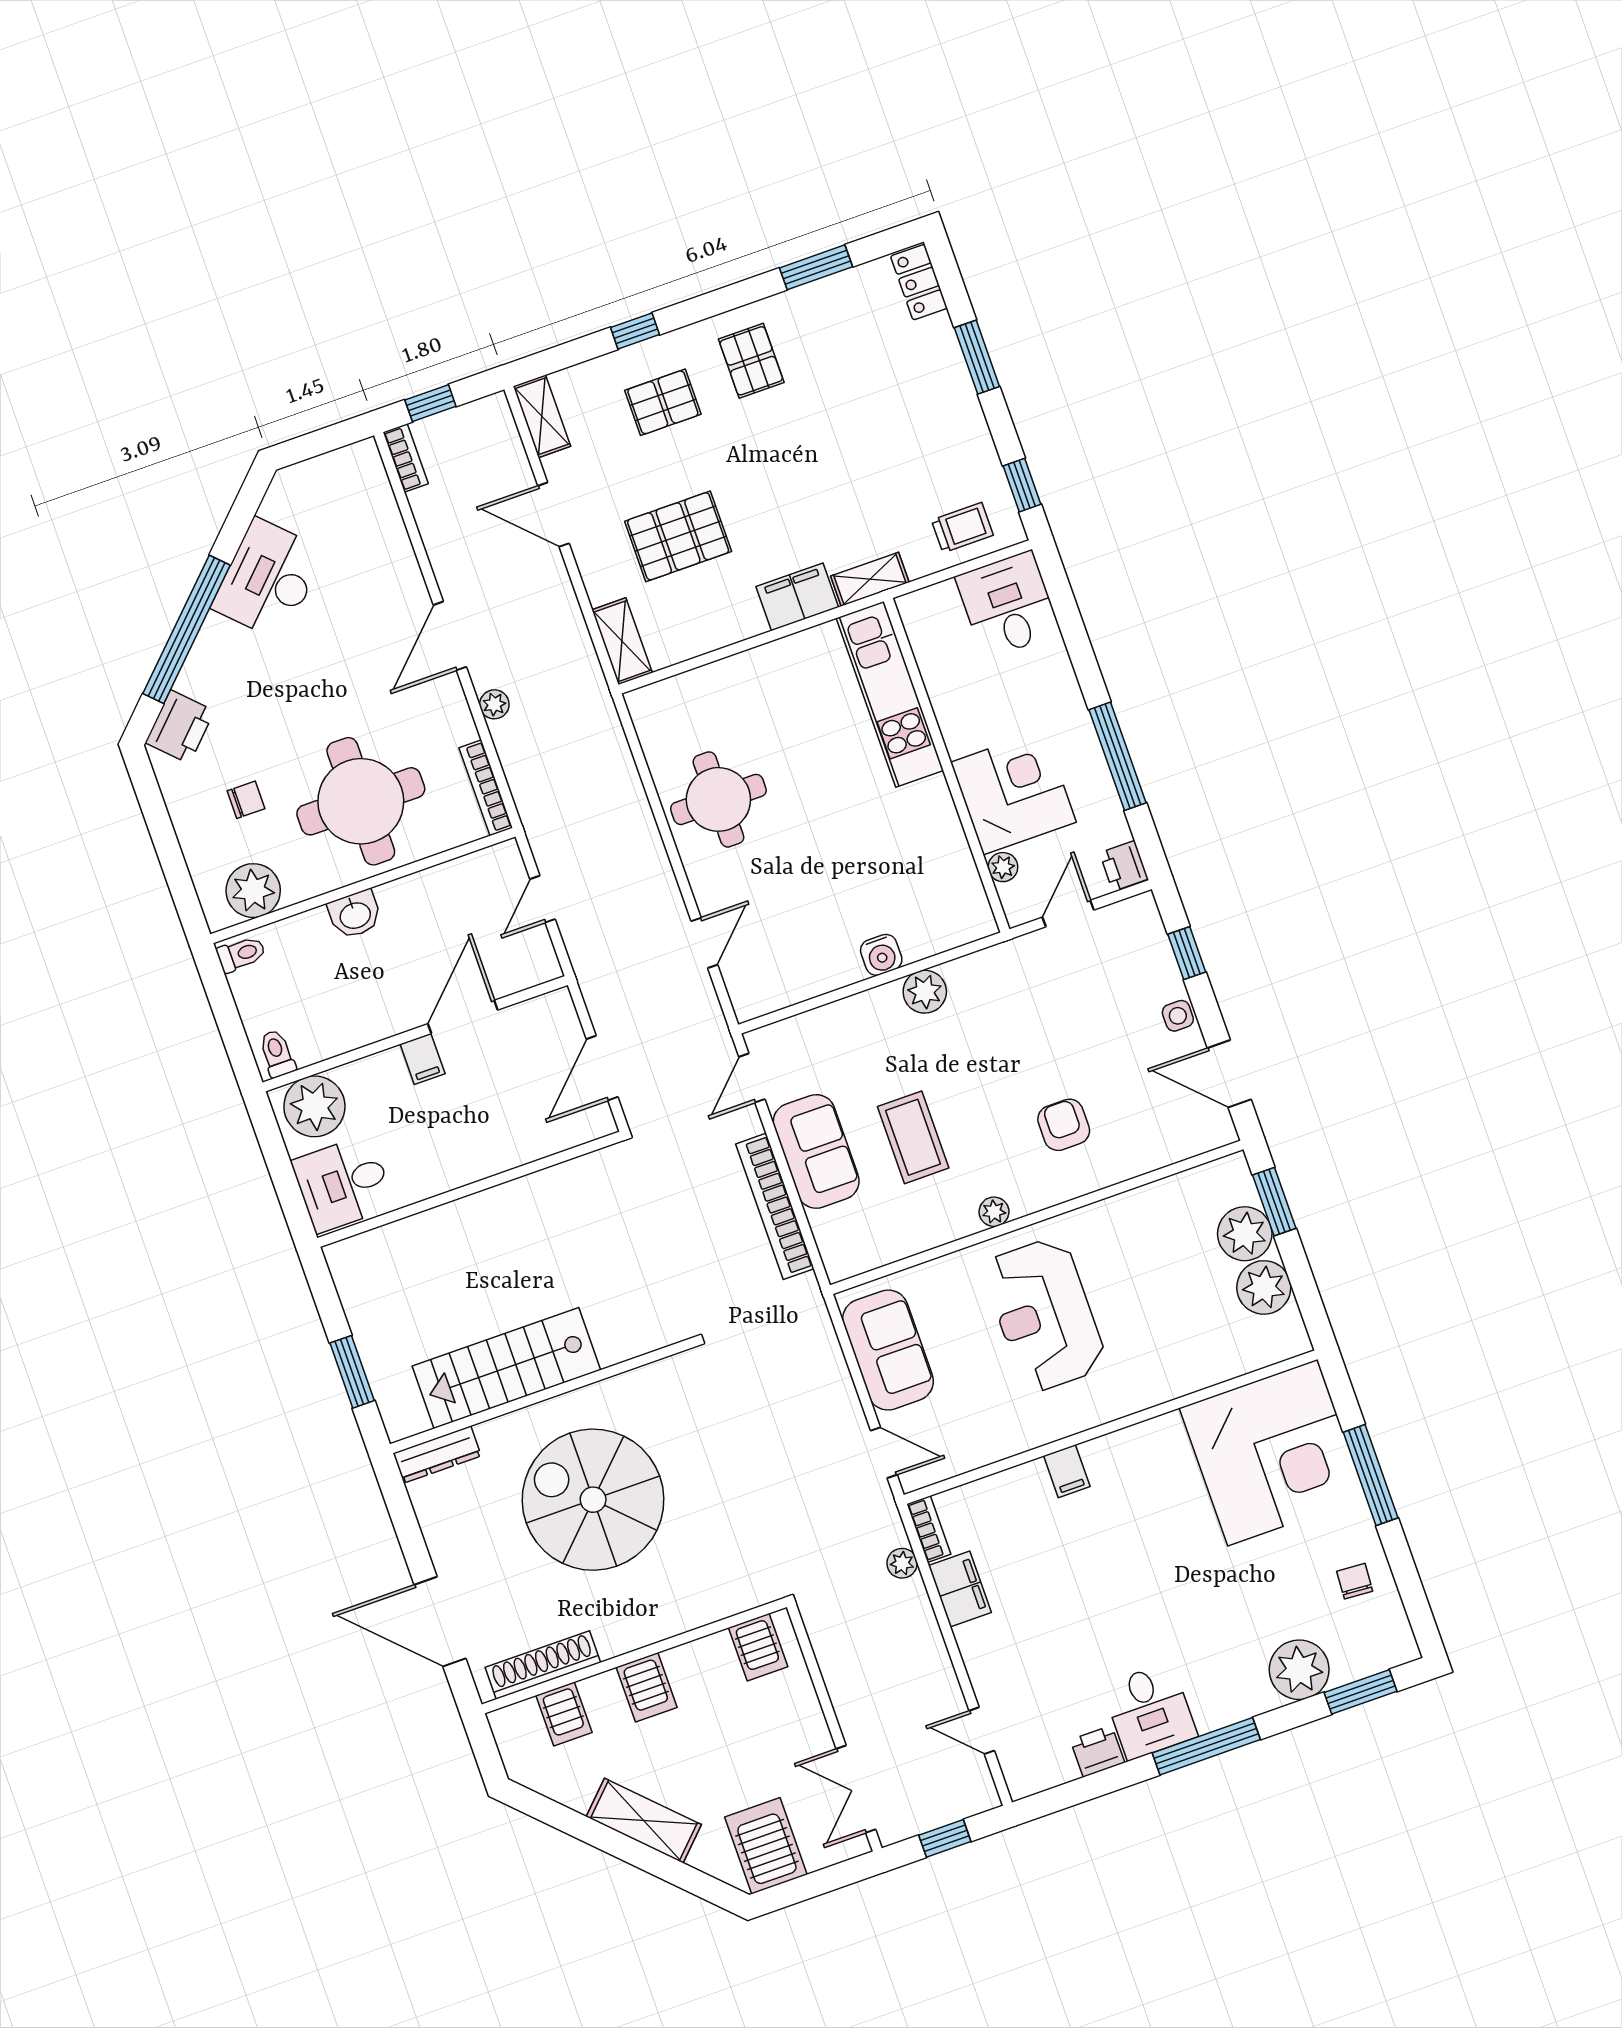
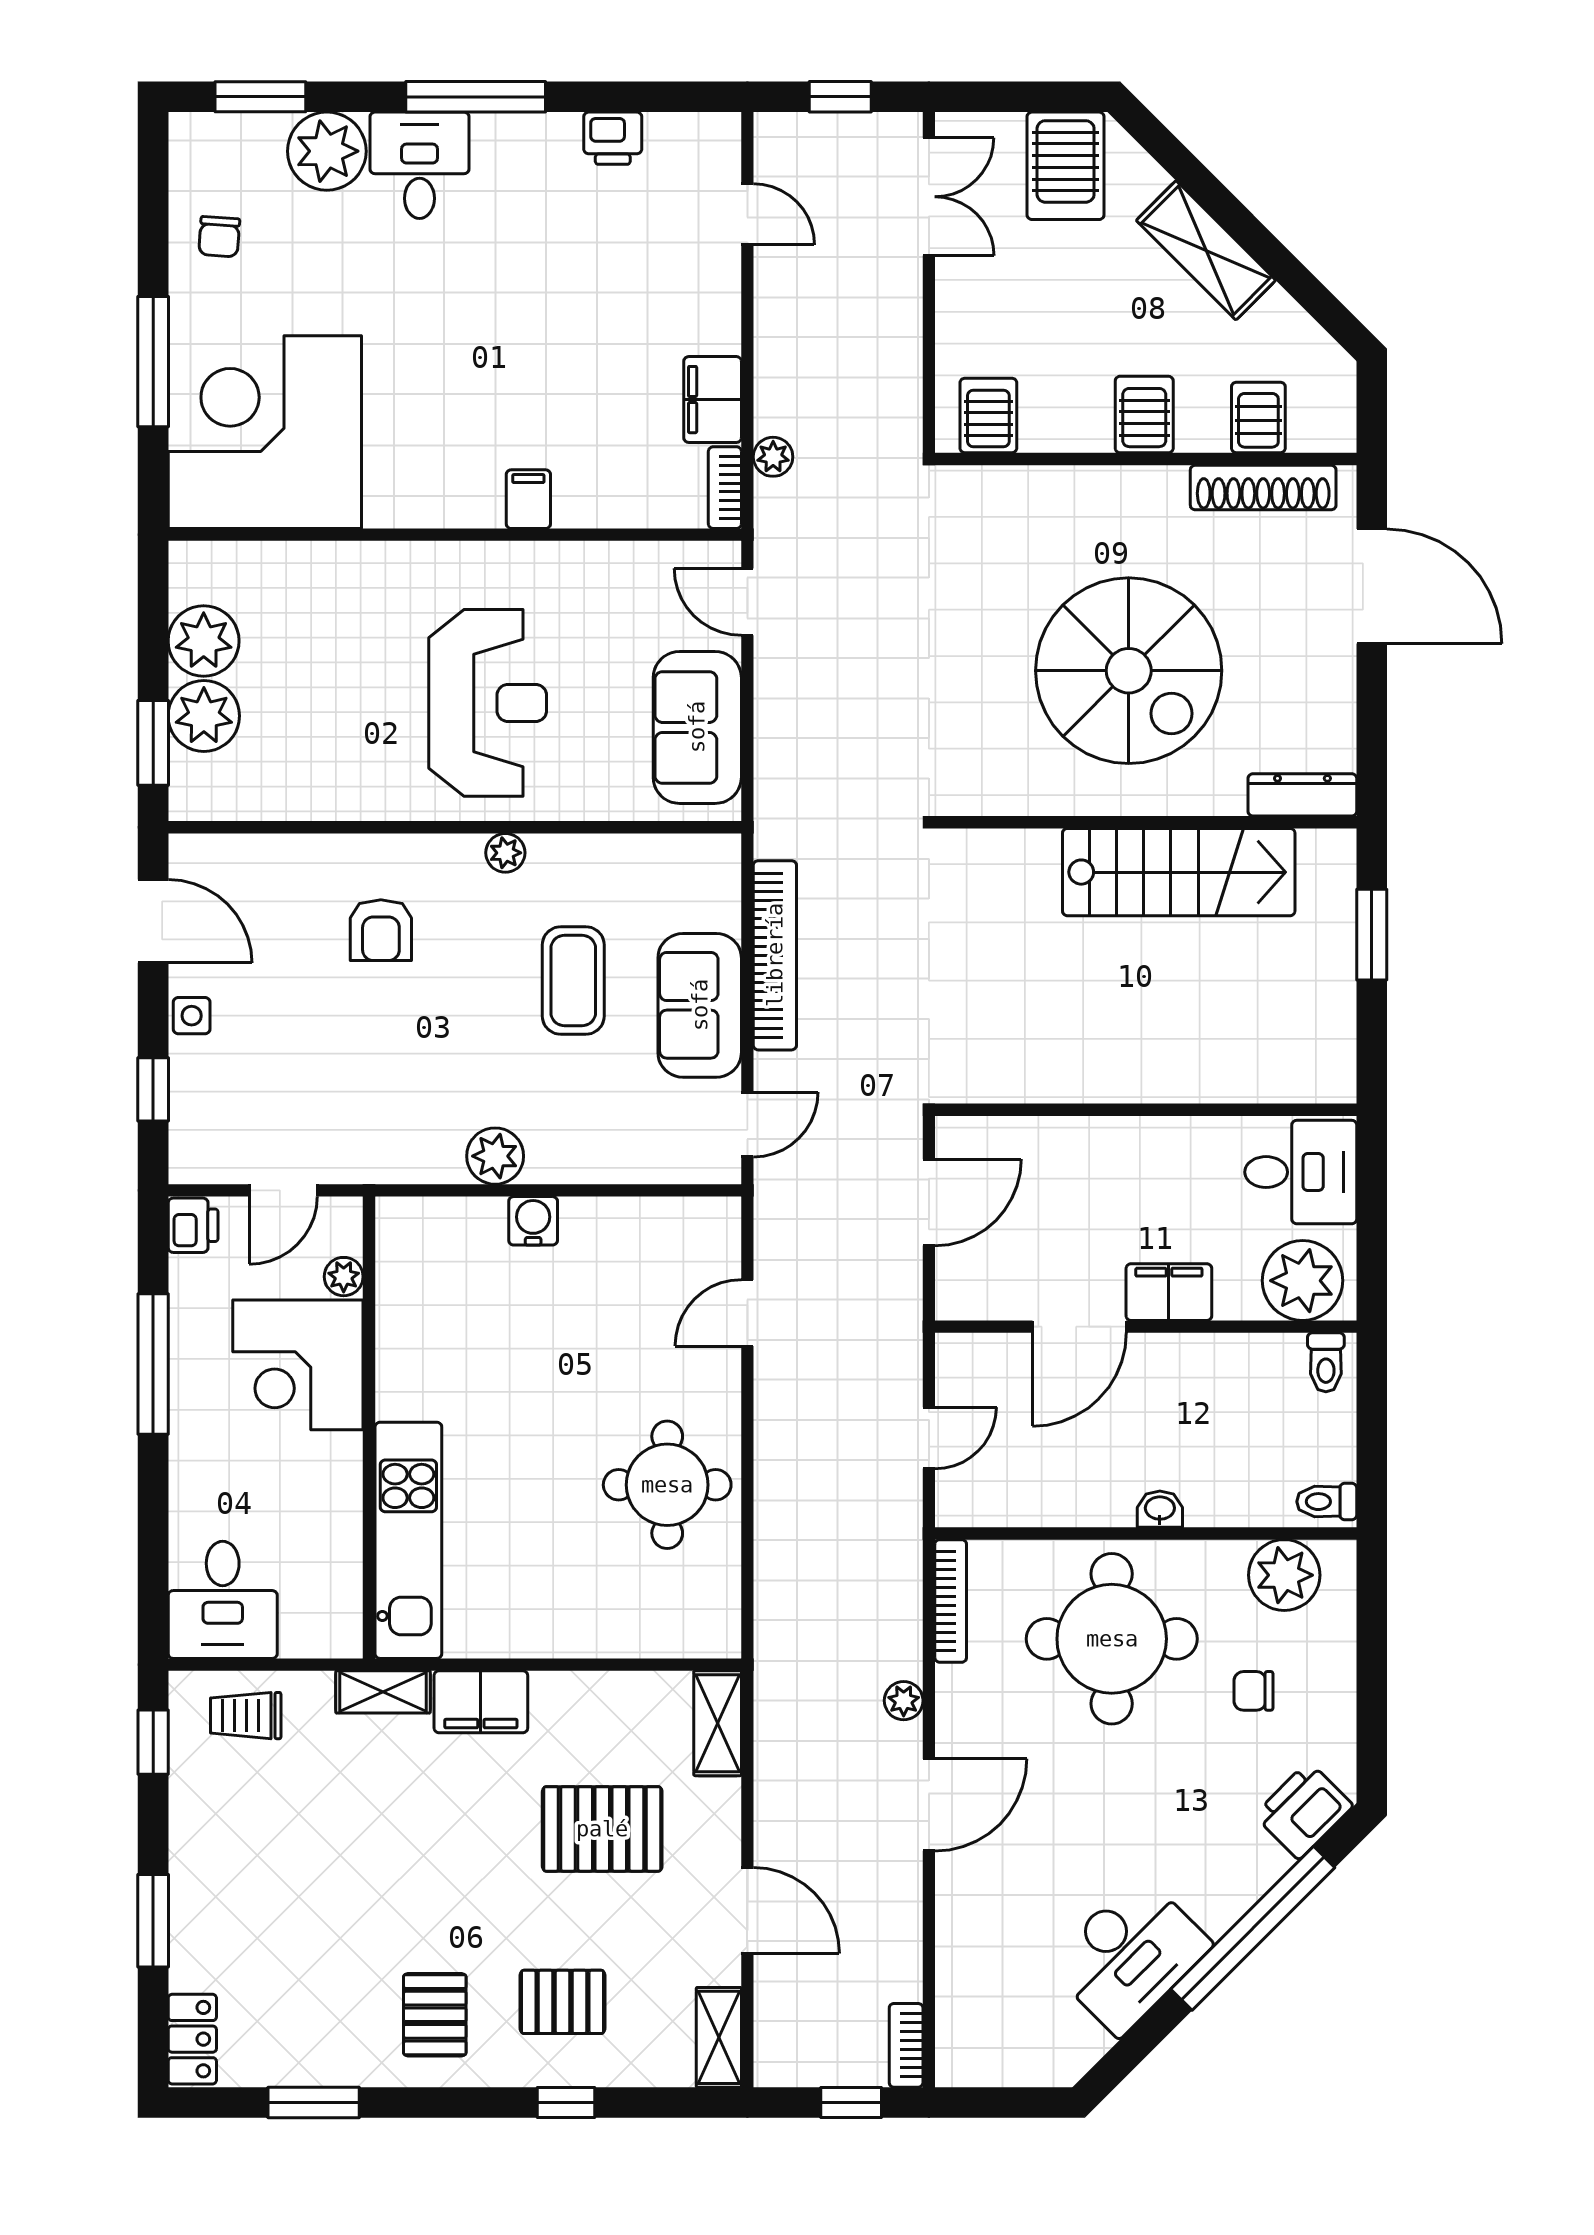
washbasin: (355, 914) -> (1160, 1509), width x0.72, depth x0.69
filing cabinet: (423, 1059) -> (1169, 1292), width x2.00
desk: (1150, 1711) -> (419, 165), moved

